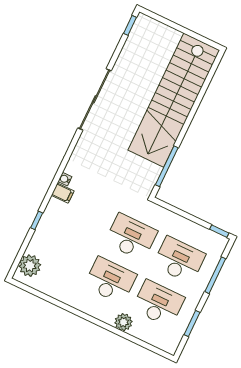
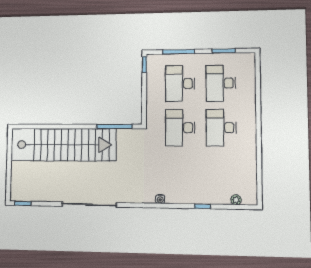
filing cabinet: (63, 193) -> (172, 196), removed
plant: (30, 266) -> (236, 200), width x0.53, depth x0.53
plant: (123, 322) -> (249, 102), removed

